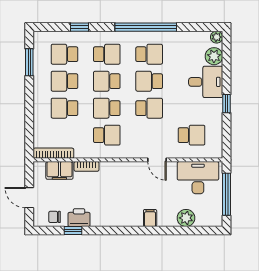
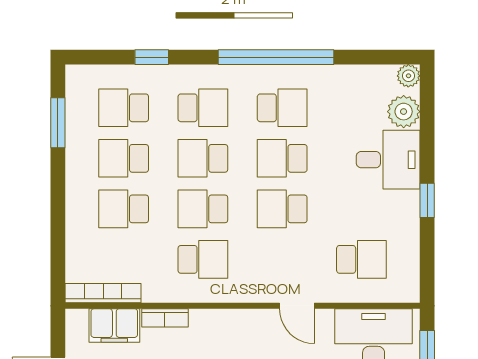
school desk: (149, 108) -> (282, 209), turned 180

